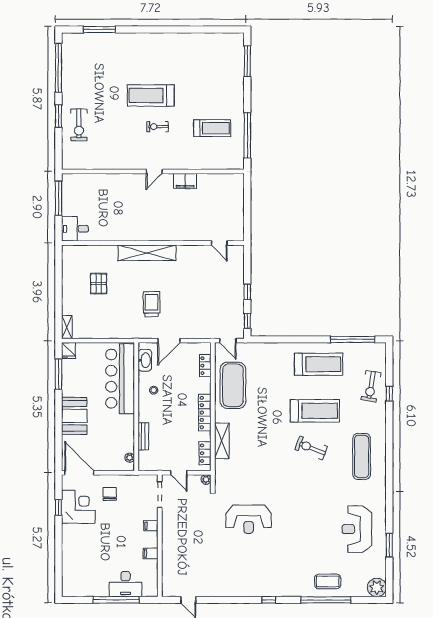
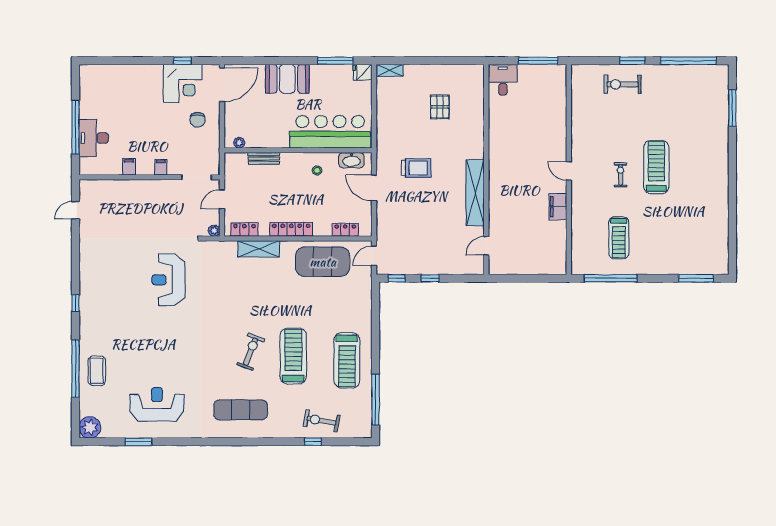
shelving: (147, 253) -> (475, 193), moved
pallet: (99, 284) -> (440, 107), turned 90
treadmill: (315, 411) -> (293, 356), turned 180
chair: (110, 494) -> (198, 120), turned 90

